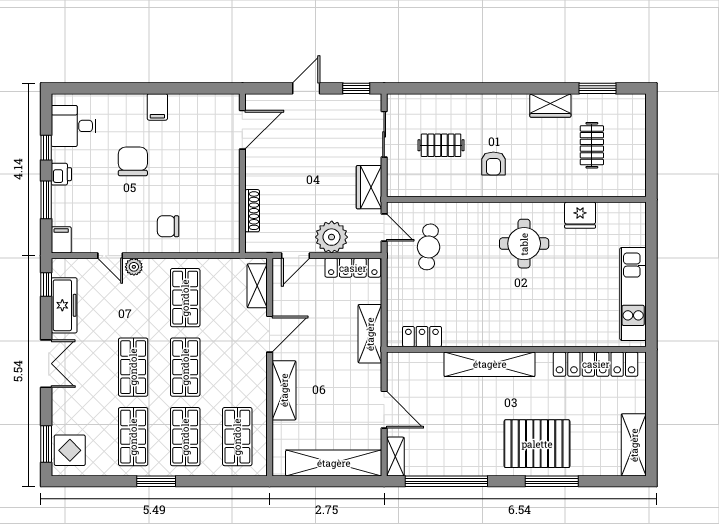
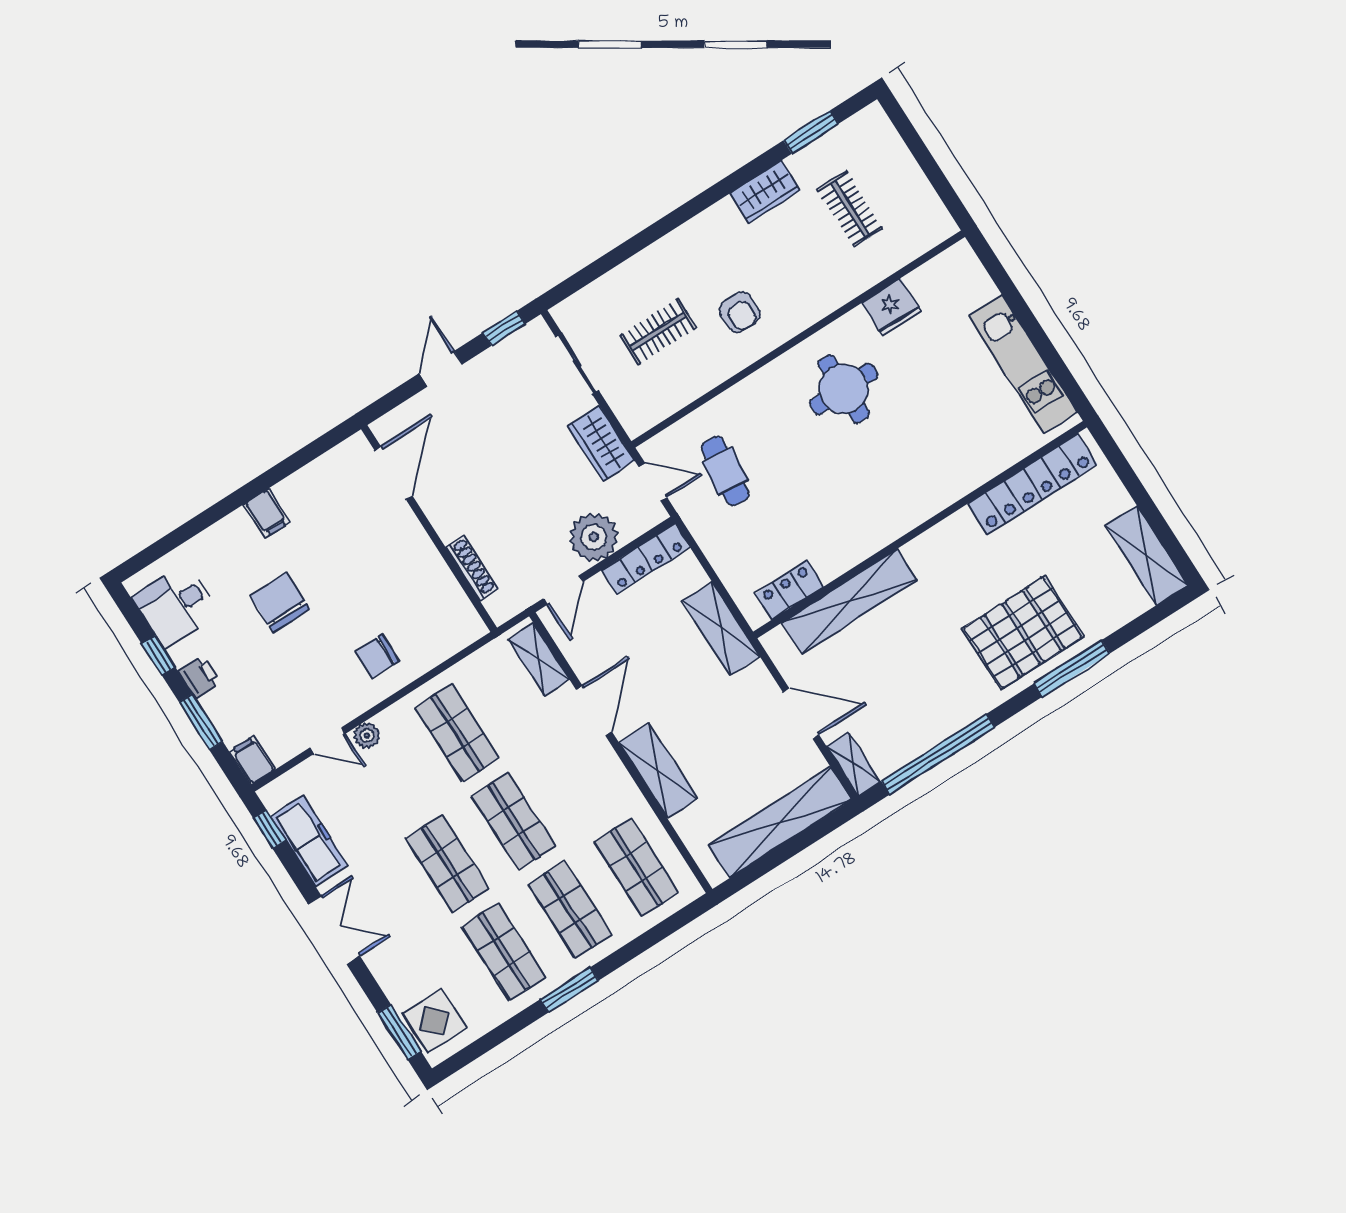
shelving: (490, 364) -> (850, 601), moved

